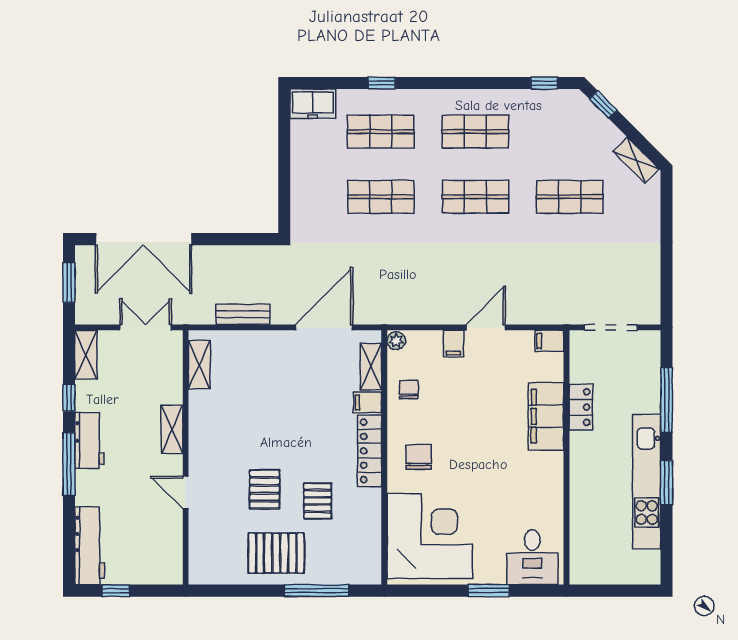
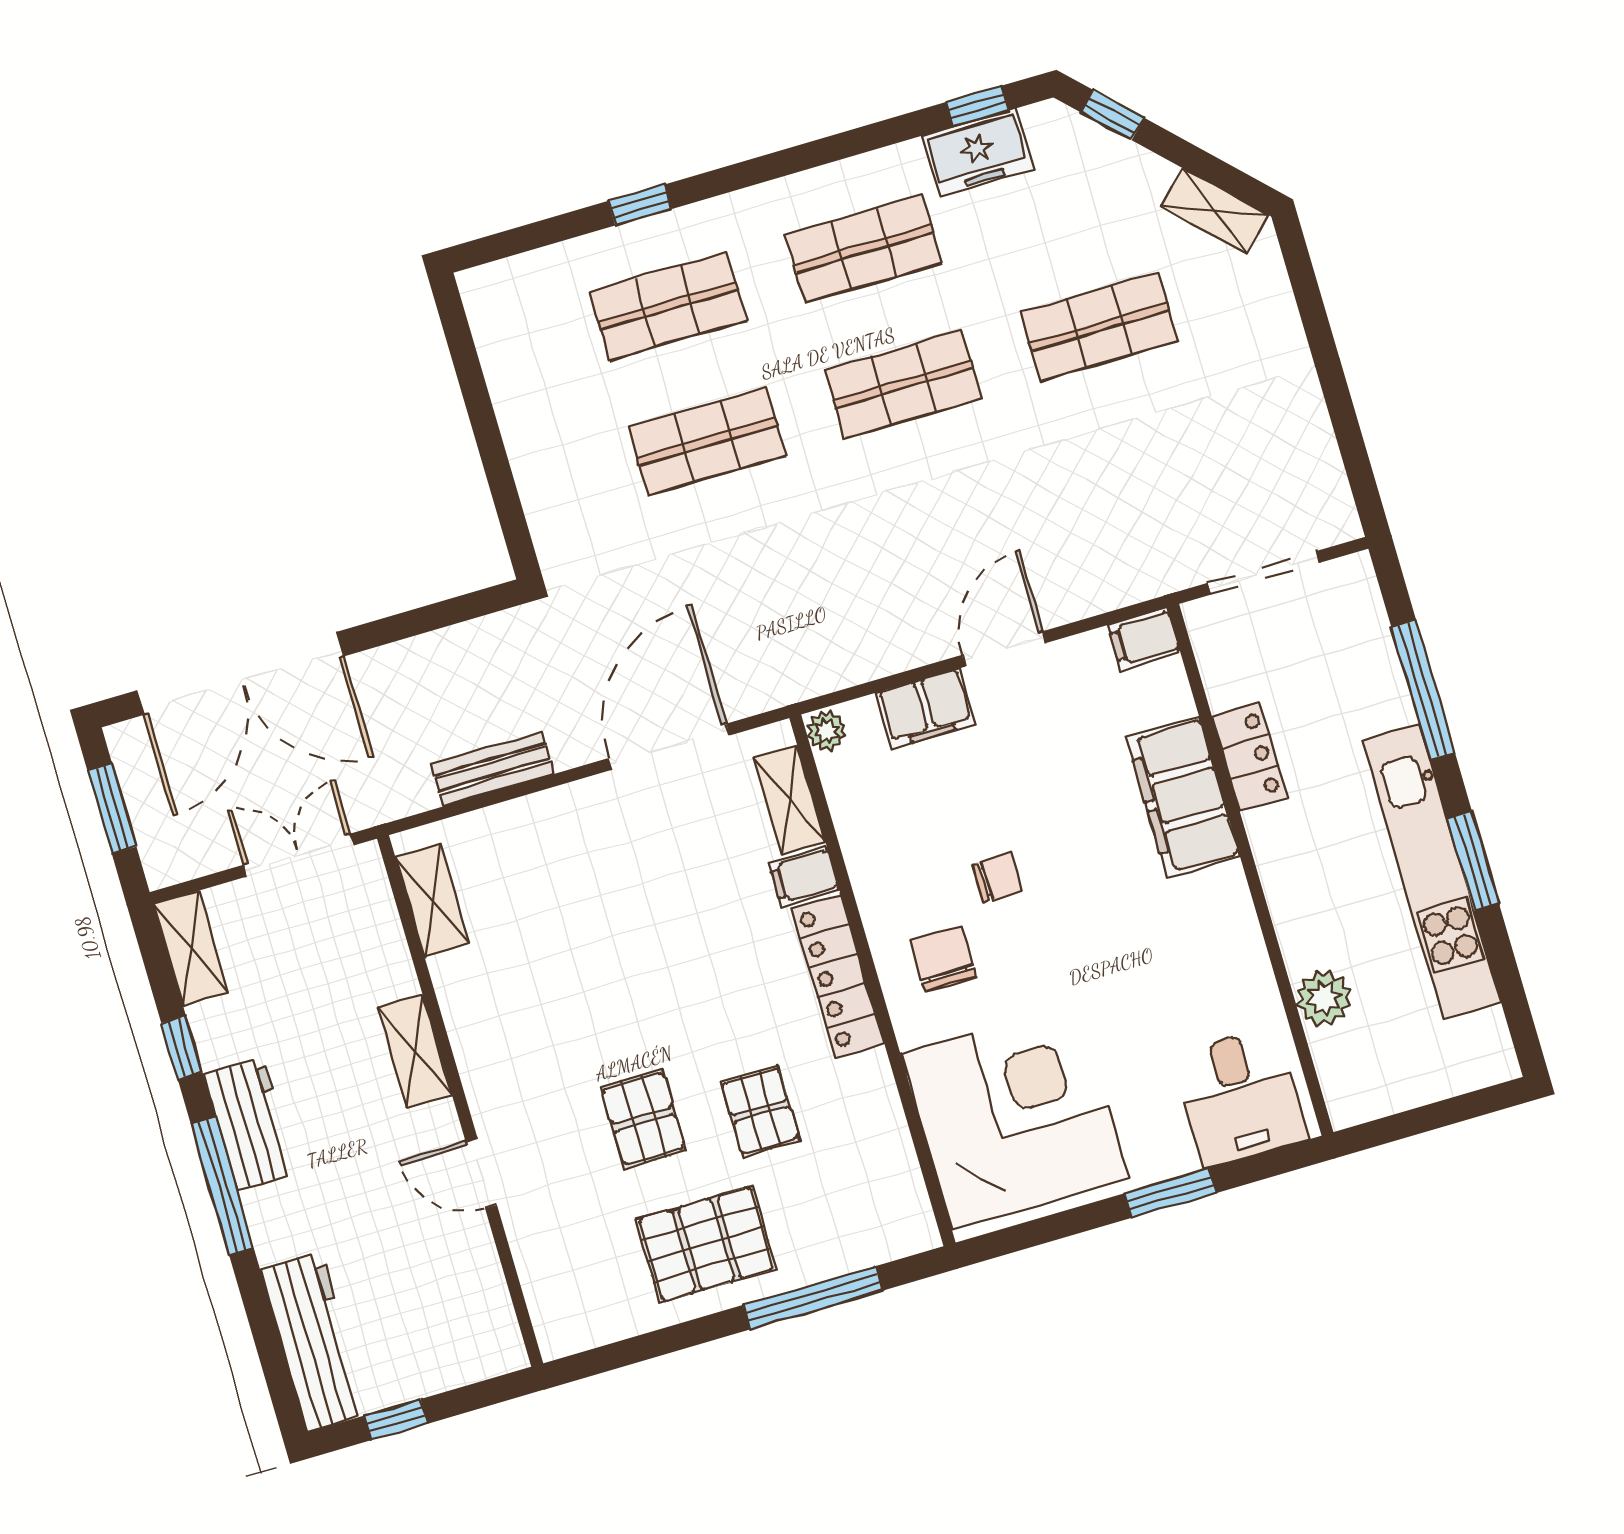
freezer: (313, 104) -> (978, 153), moved
filing cabinet: (453, 344) -> (926, 708), width x2.00
chair: (409, 389) -> (997, 878), moved, turned 90
plant: (582, 524) -> (1324, 998), added

